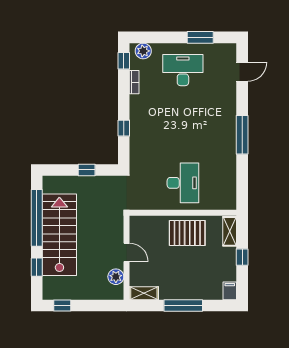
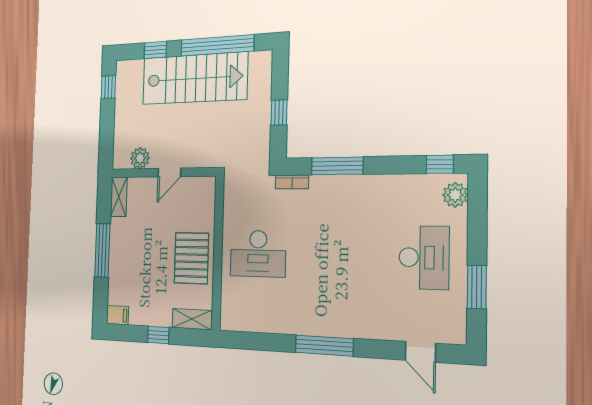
bookcase: (134, 82) -> (292, 182), moved
window: (124, 128) -> (337, 166), width x2.17

